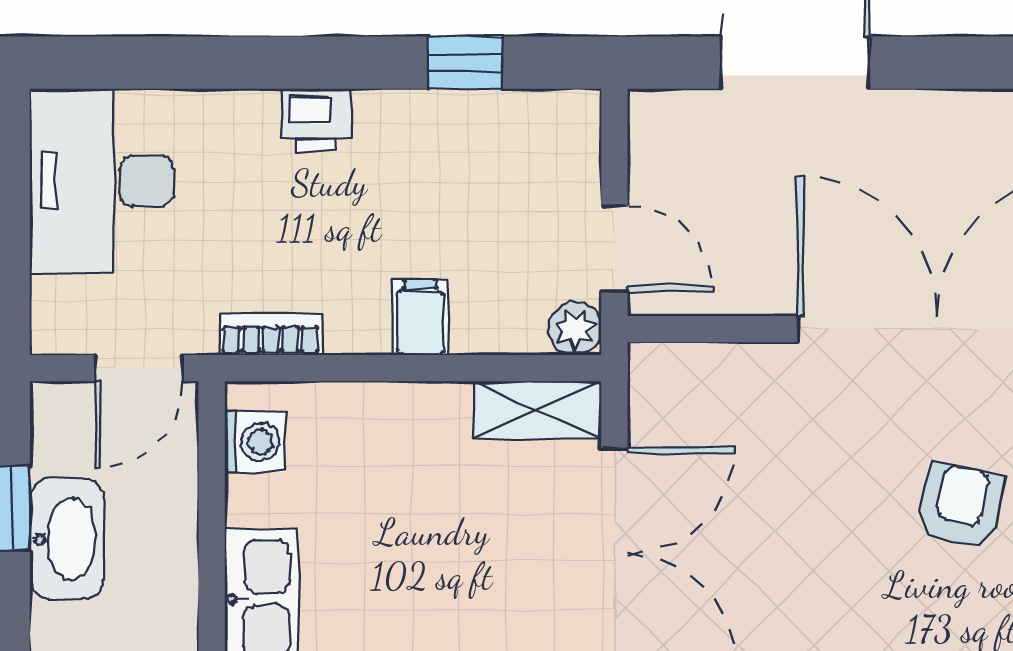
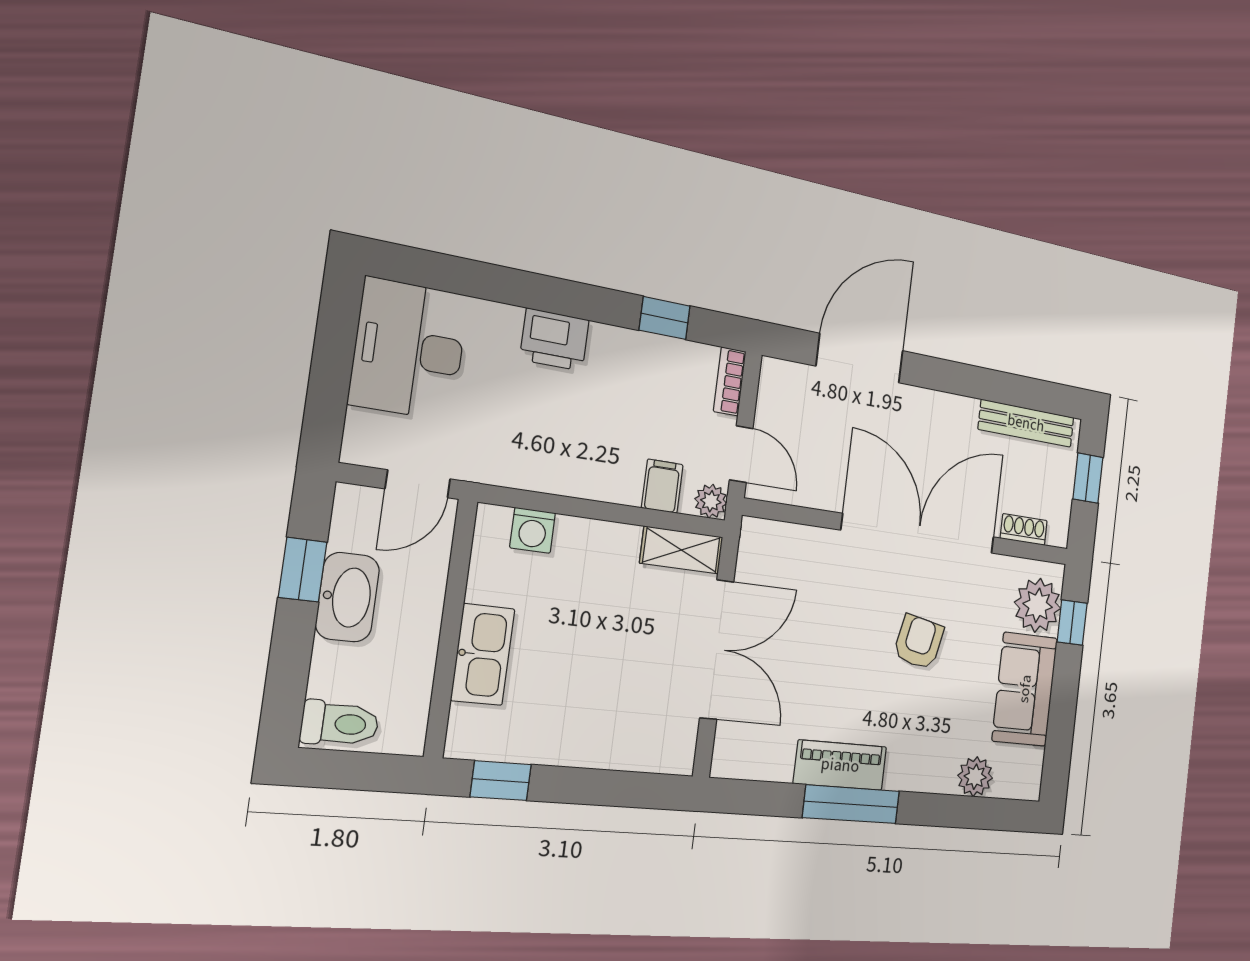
printer: (316, 120) -> (555, 340), width x1.36, depth x1.24
filing cabinet: (420, 317) -> (662, 486), moved
bookcase: (271, 335) -> (730, 381), moved, turned -90
washing machine: (254, 442) -> (533, 530), moved, turned 90

